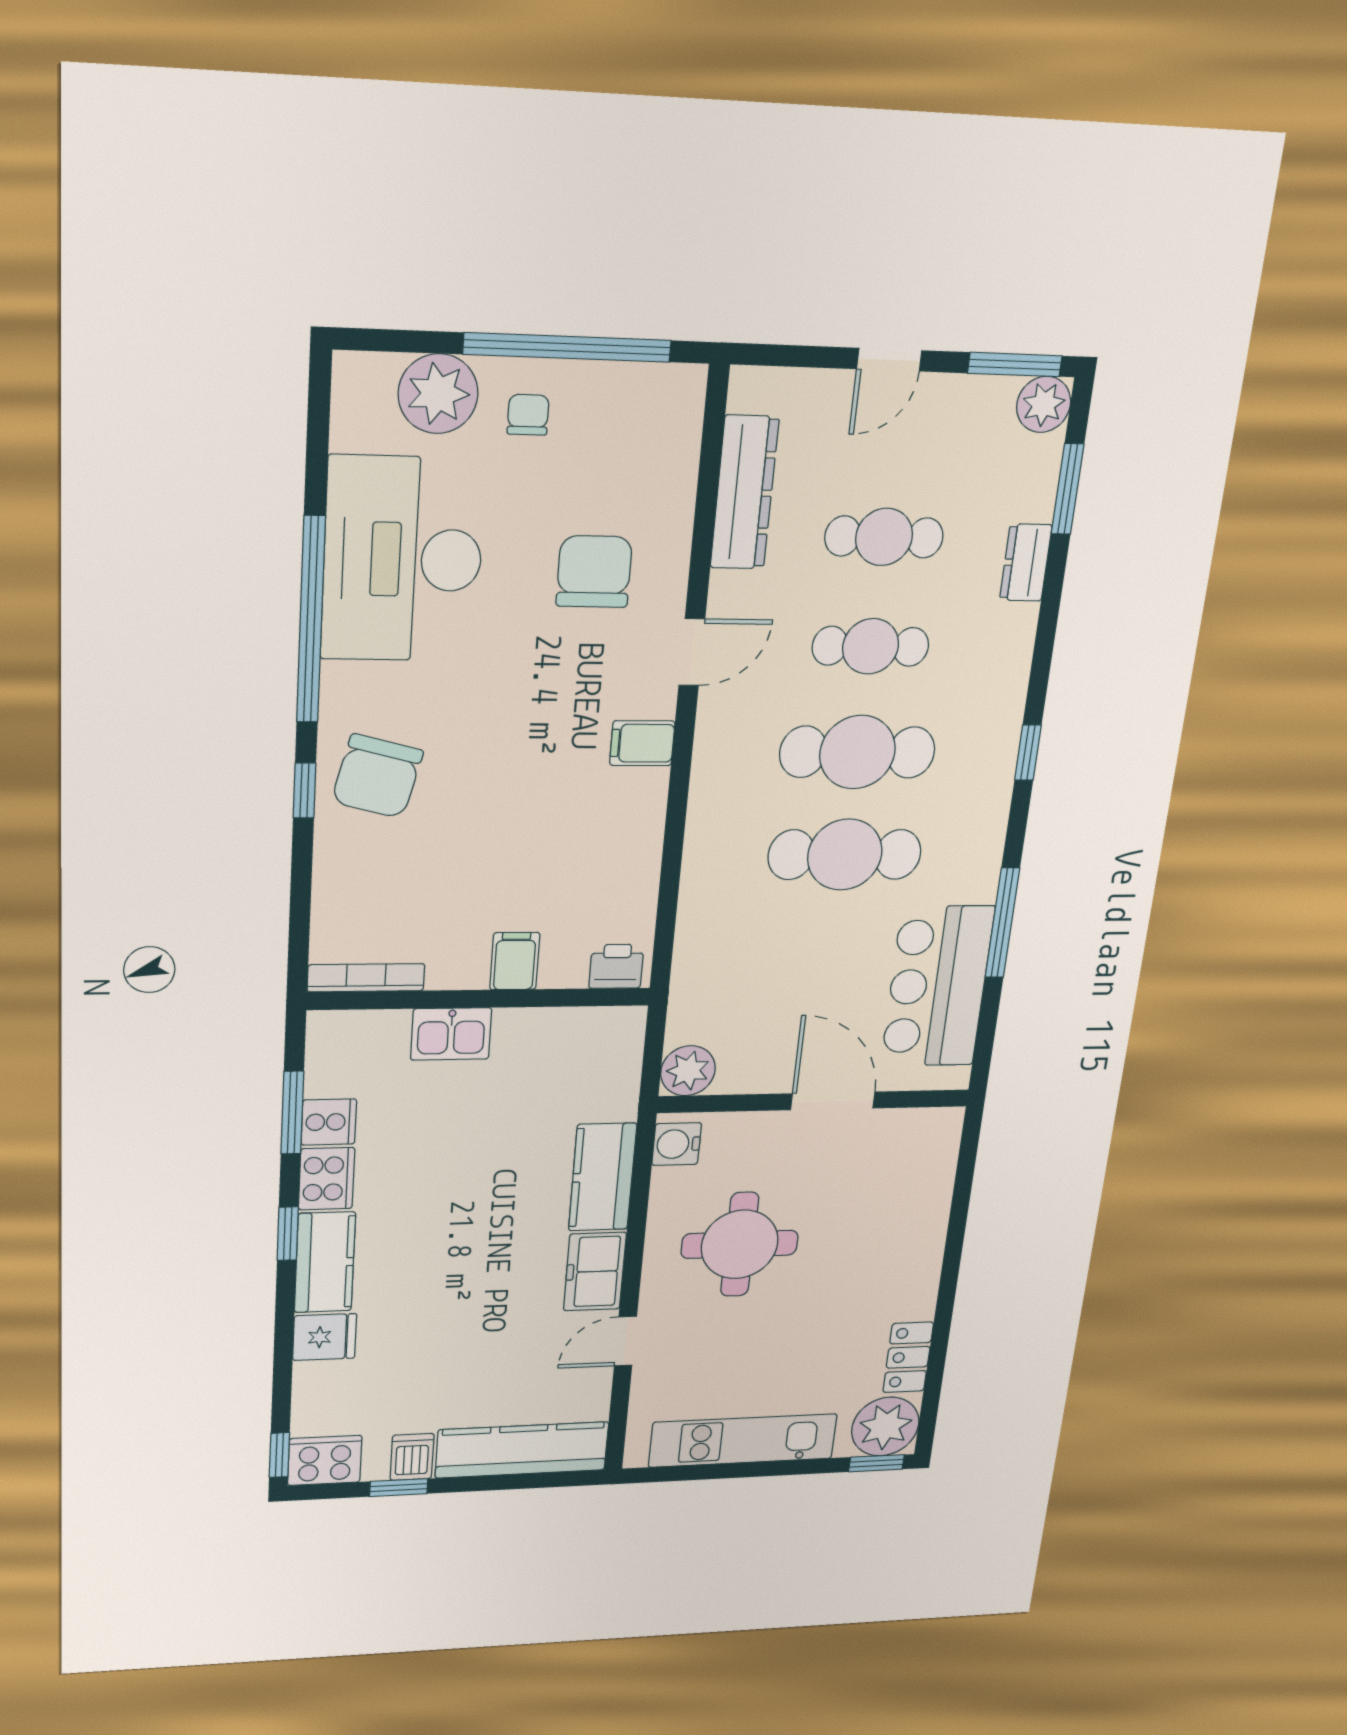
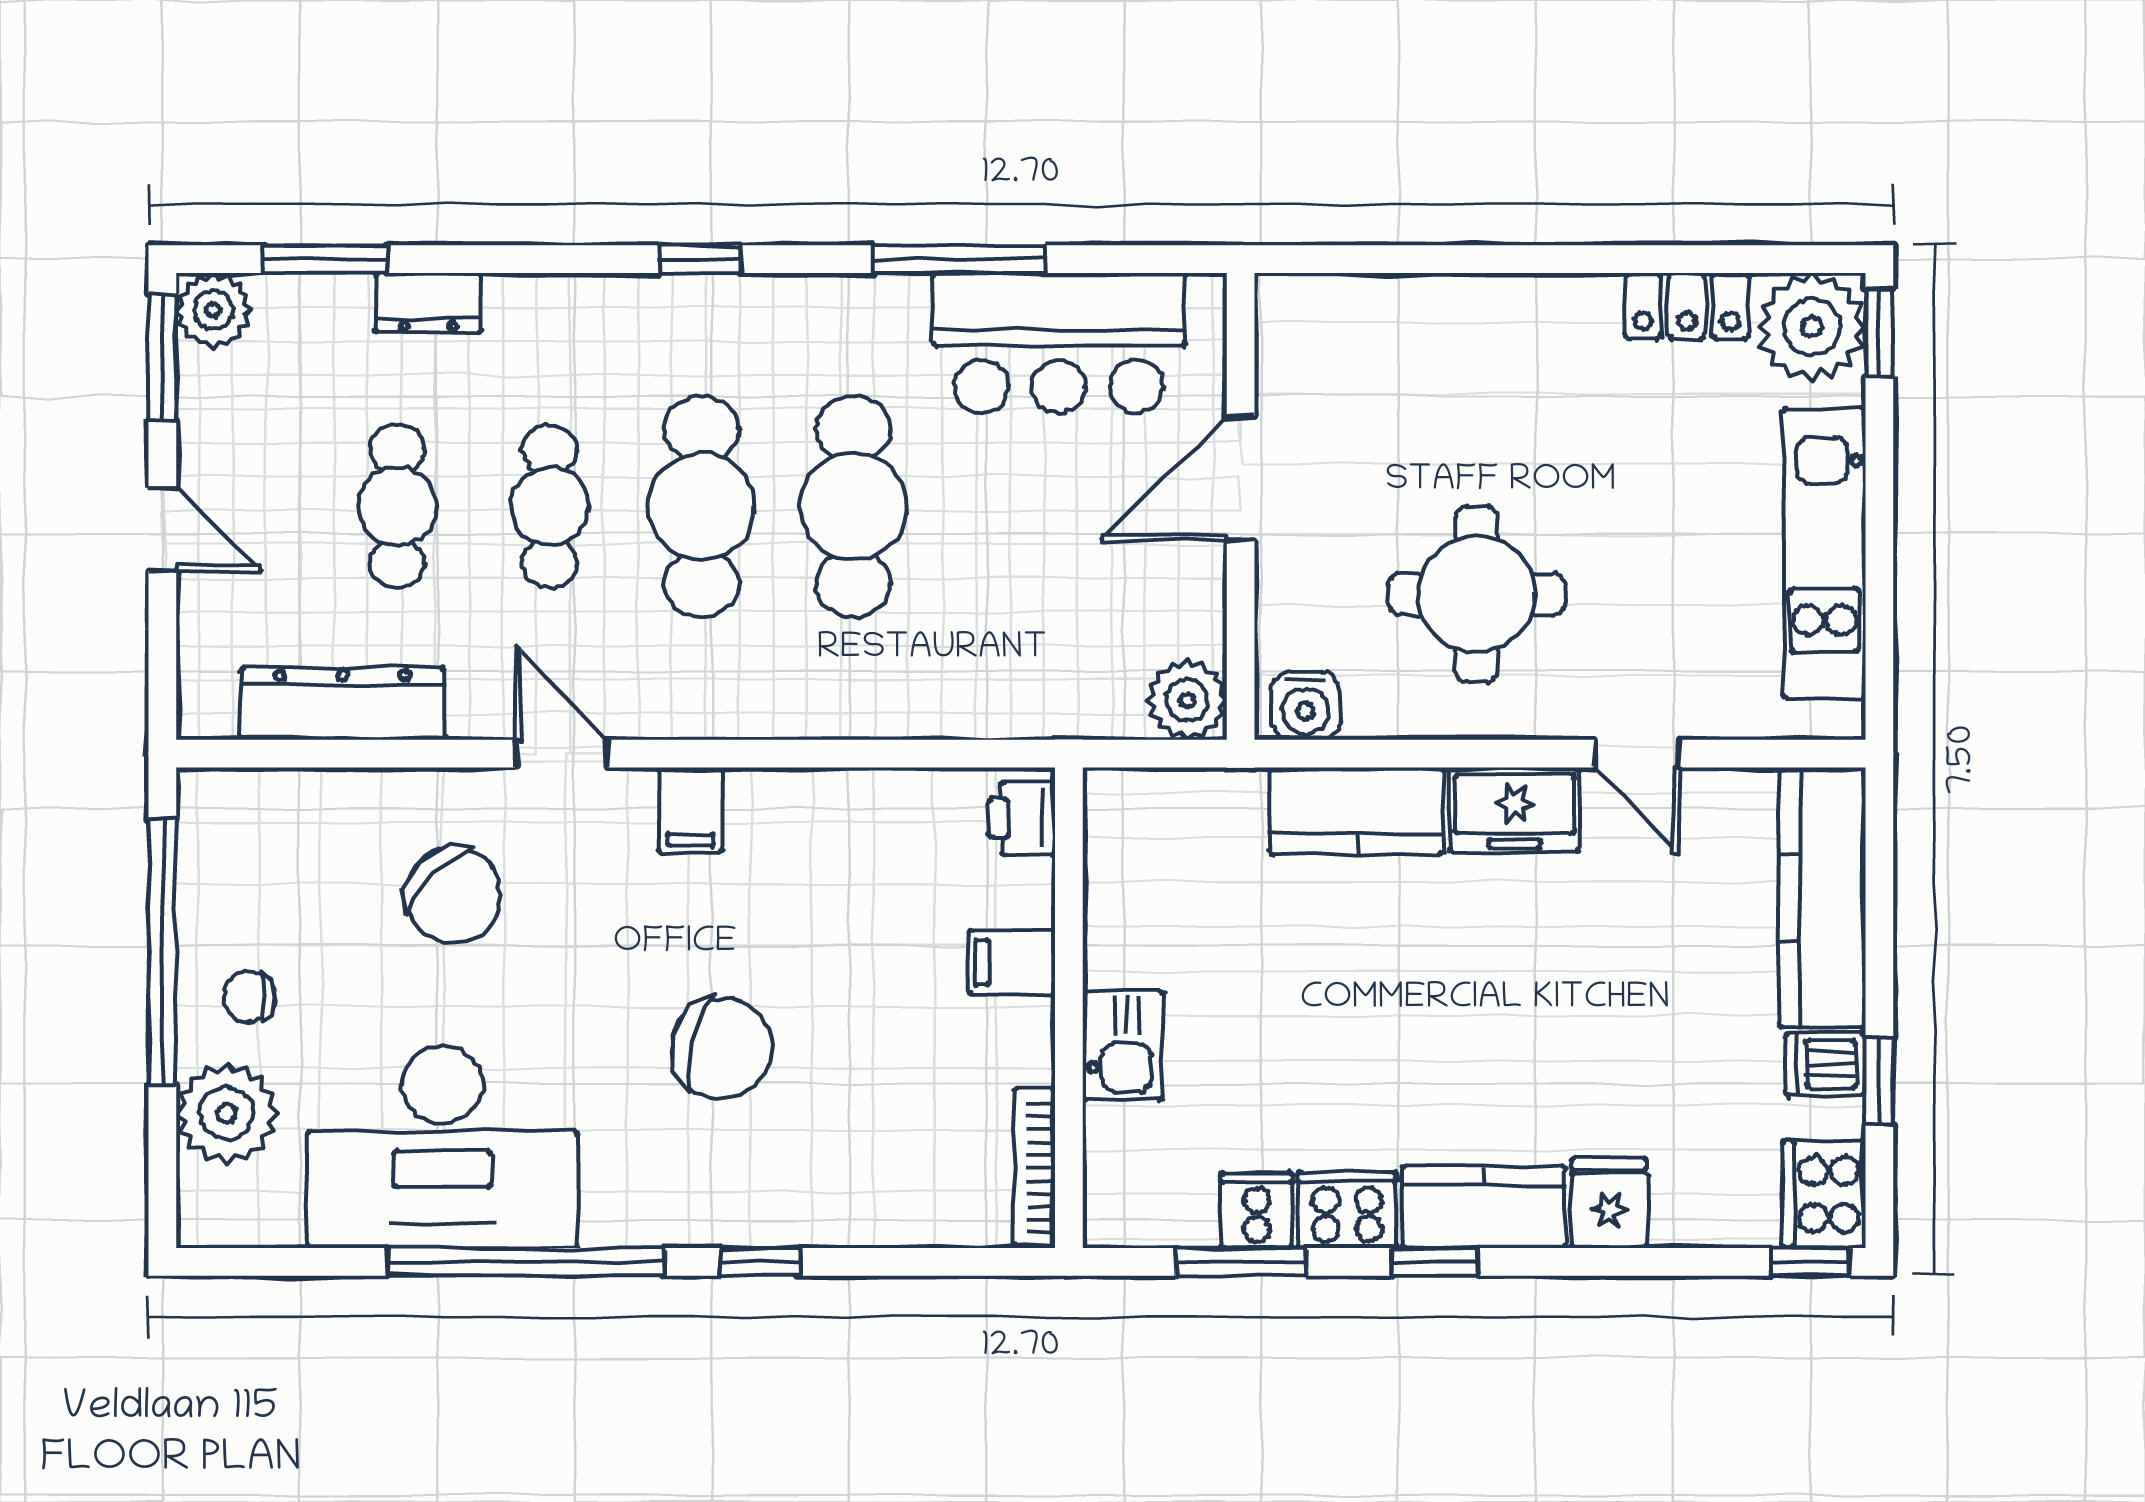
chair: (594, 572) -> (453, 895), turned -134
chair: (377, 776) -> (722, 1048), moved

